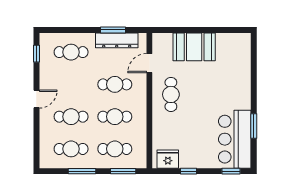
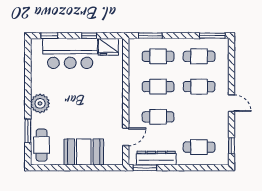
window: (113, 30) -> (145, 168), moved
cafe table: (171, 94) -> (42, 145), moved
door: (36, 99) -> (231, 103), swing flipped
plant: (241, 99) -> (40, 103), added
window: (254, 126) -> (28, 131), moved
bar counter: (235, 139) -> (70, 53), moved, turned 90
window: (82, 171) -> (212, 36), moved

